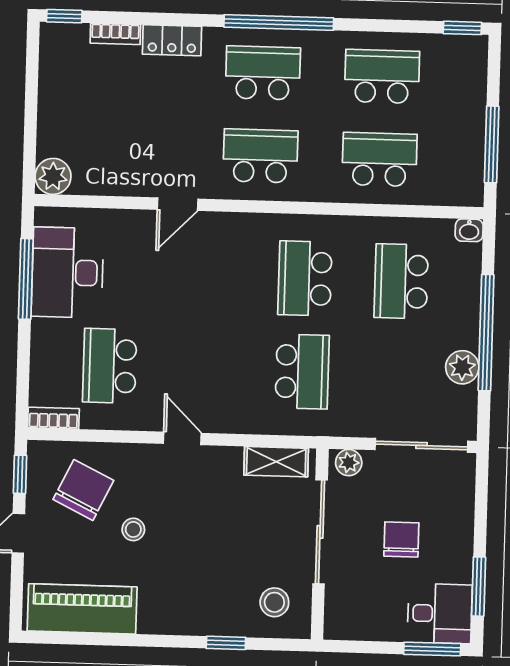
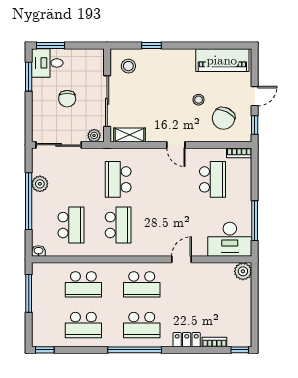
desk: (67, 273) -> (230, 239), moved, turned 90

